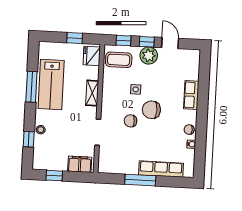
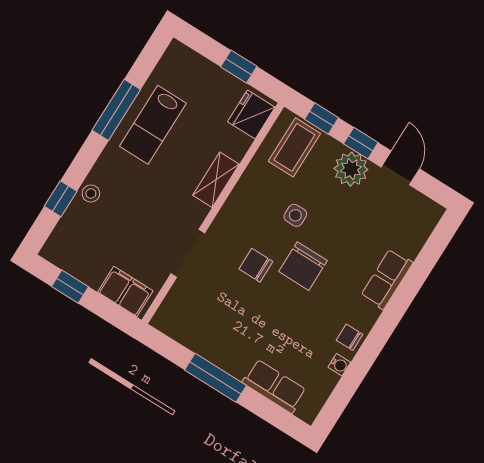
coffee table: (119, 60) -> (294, 147), turned 90
lab bench: (51, 84) -> (153, 125), width x0.73, depth x0.72
chair: (151, 110) -> (303, 266), turned -90
row of seats: (161, 169) -> (274, 386), width x0.68

